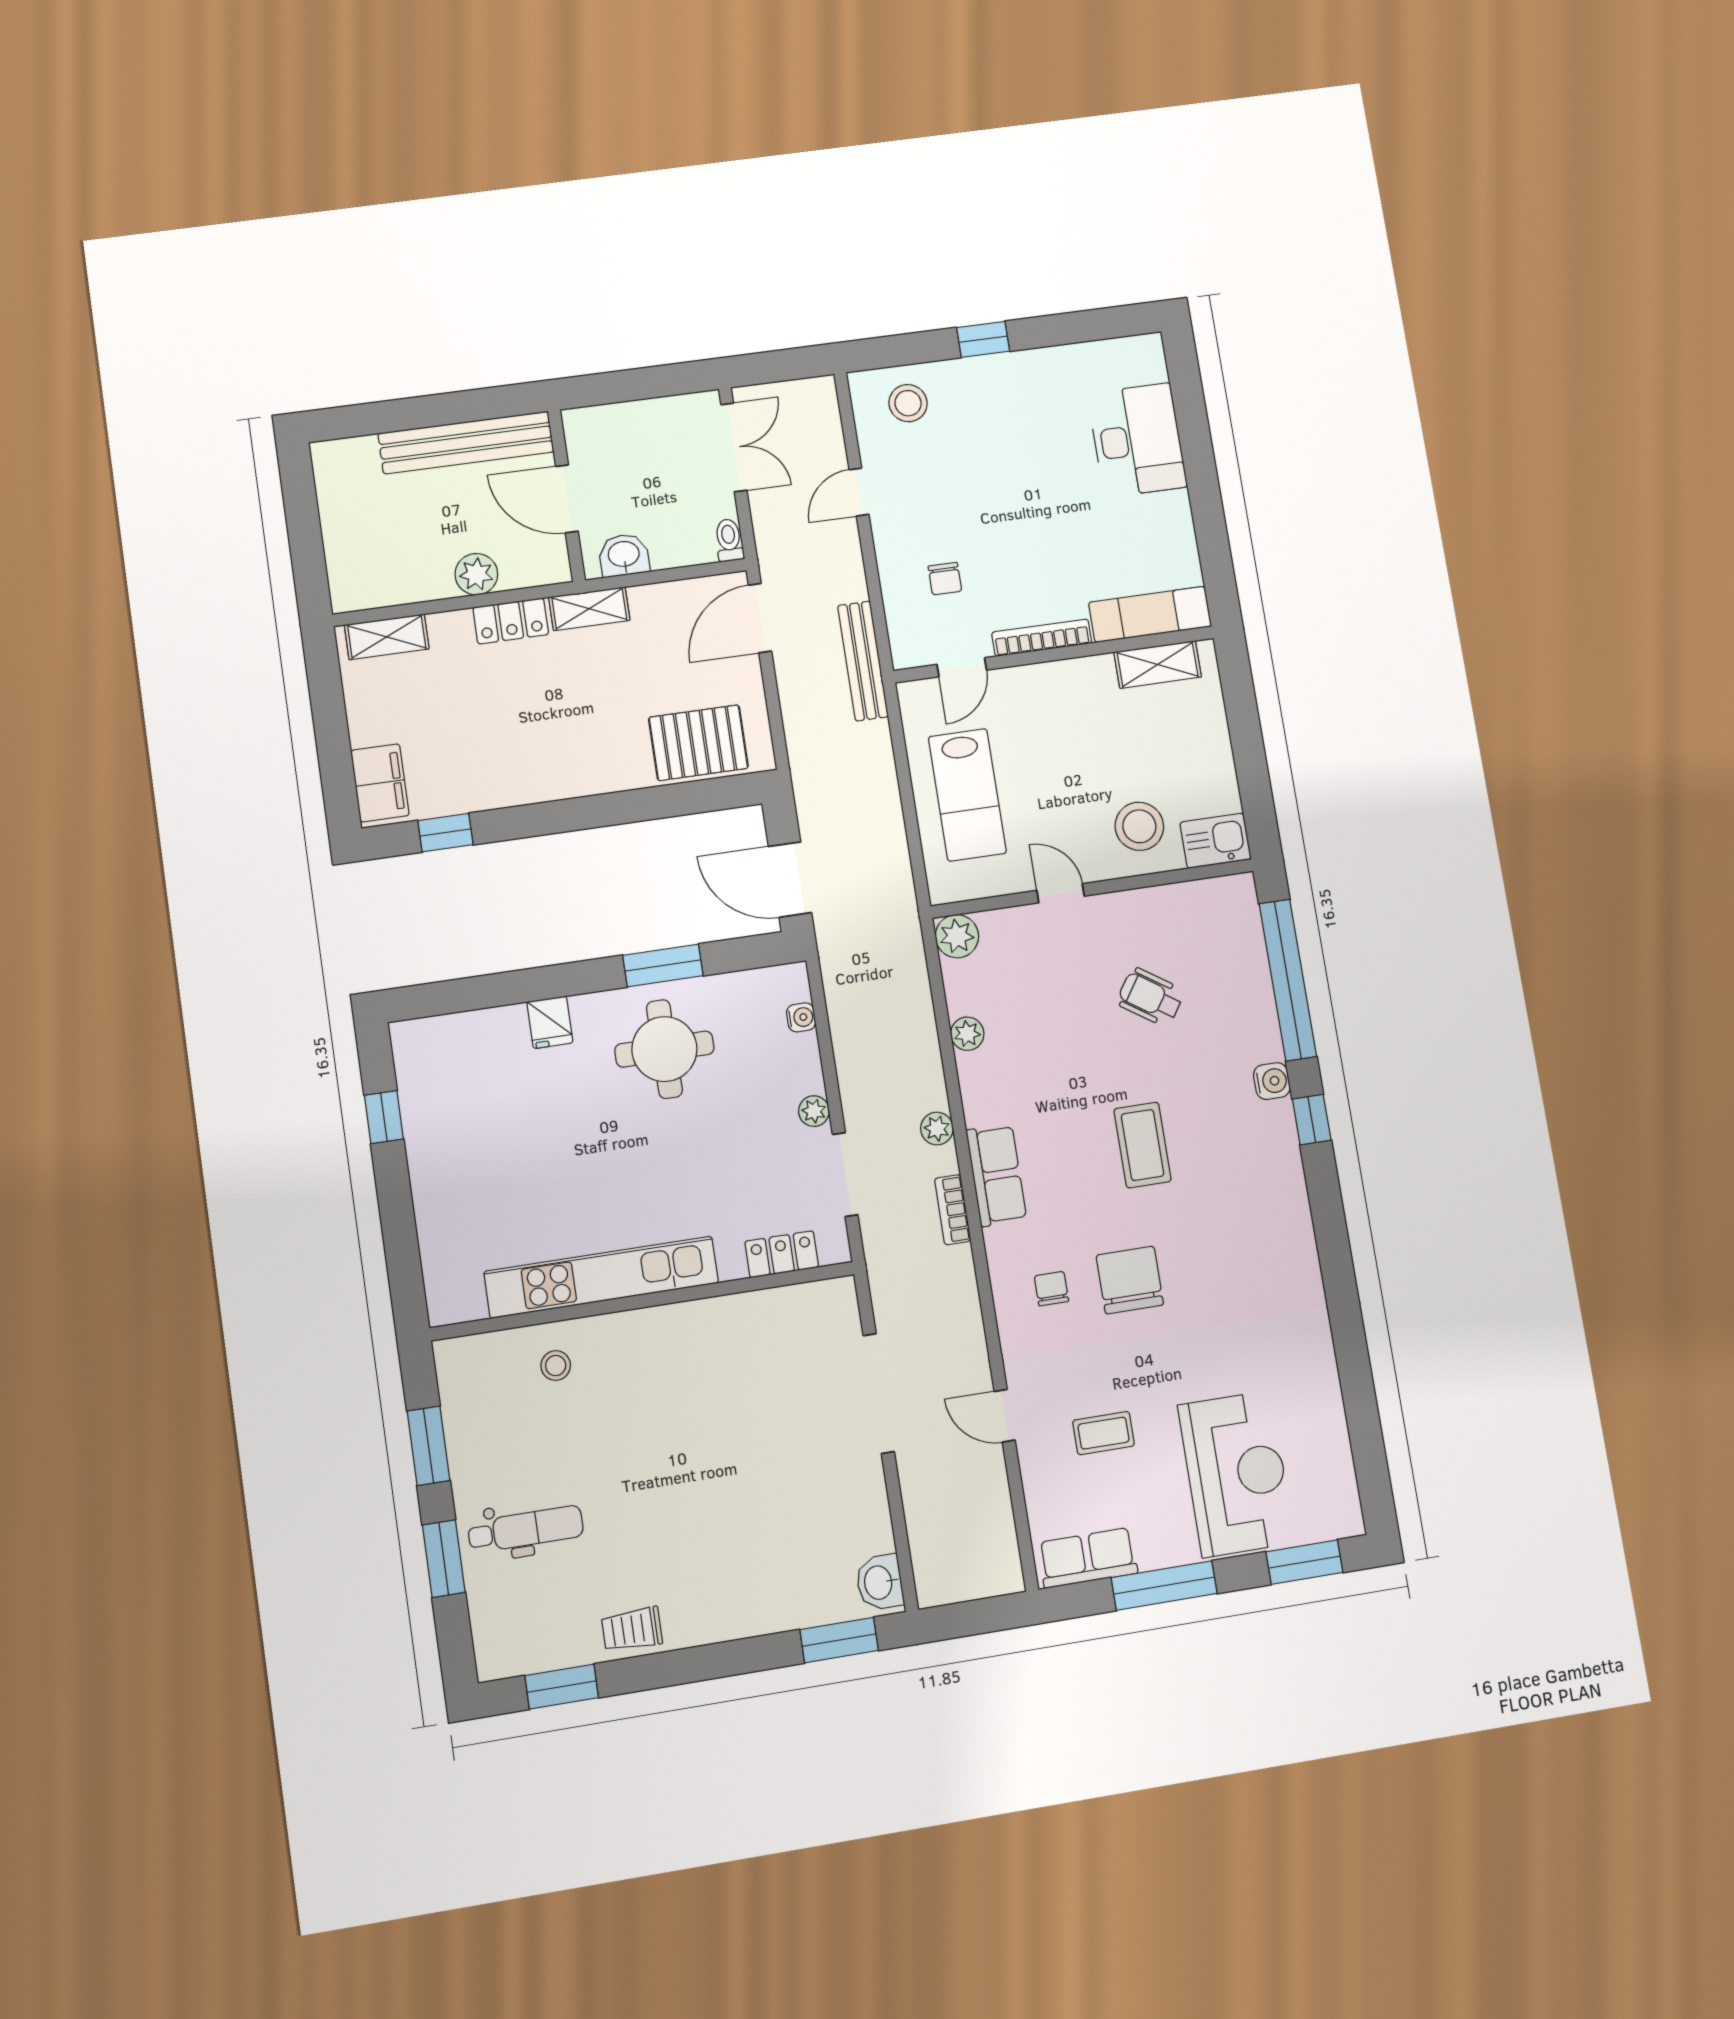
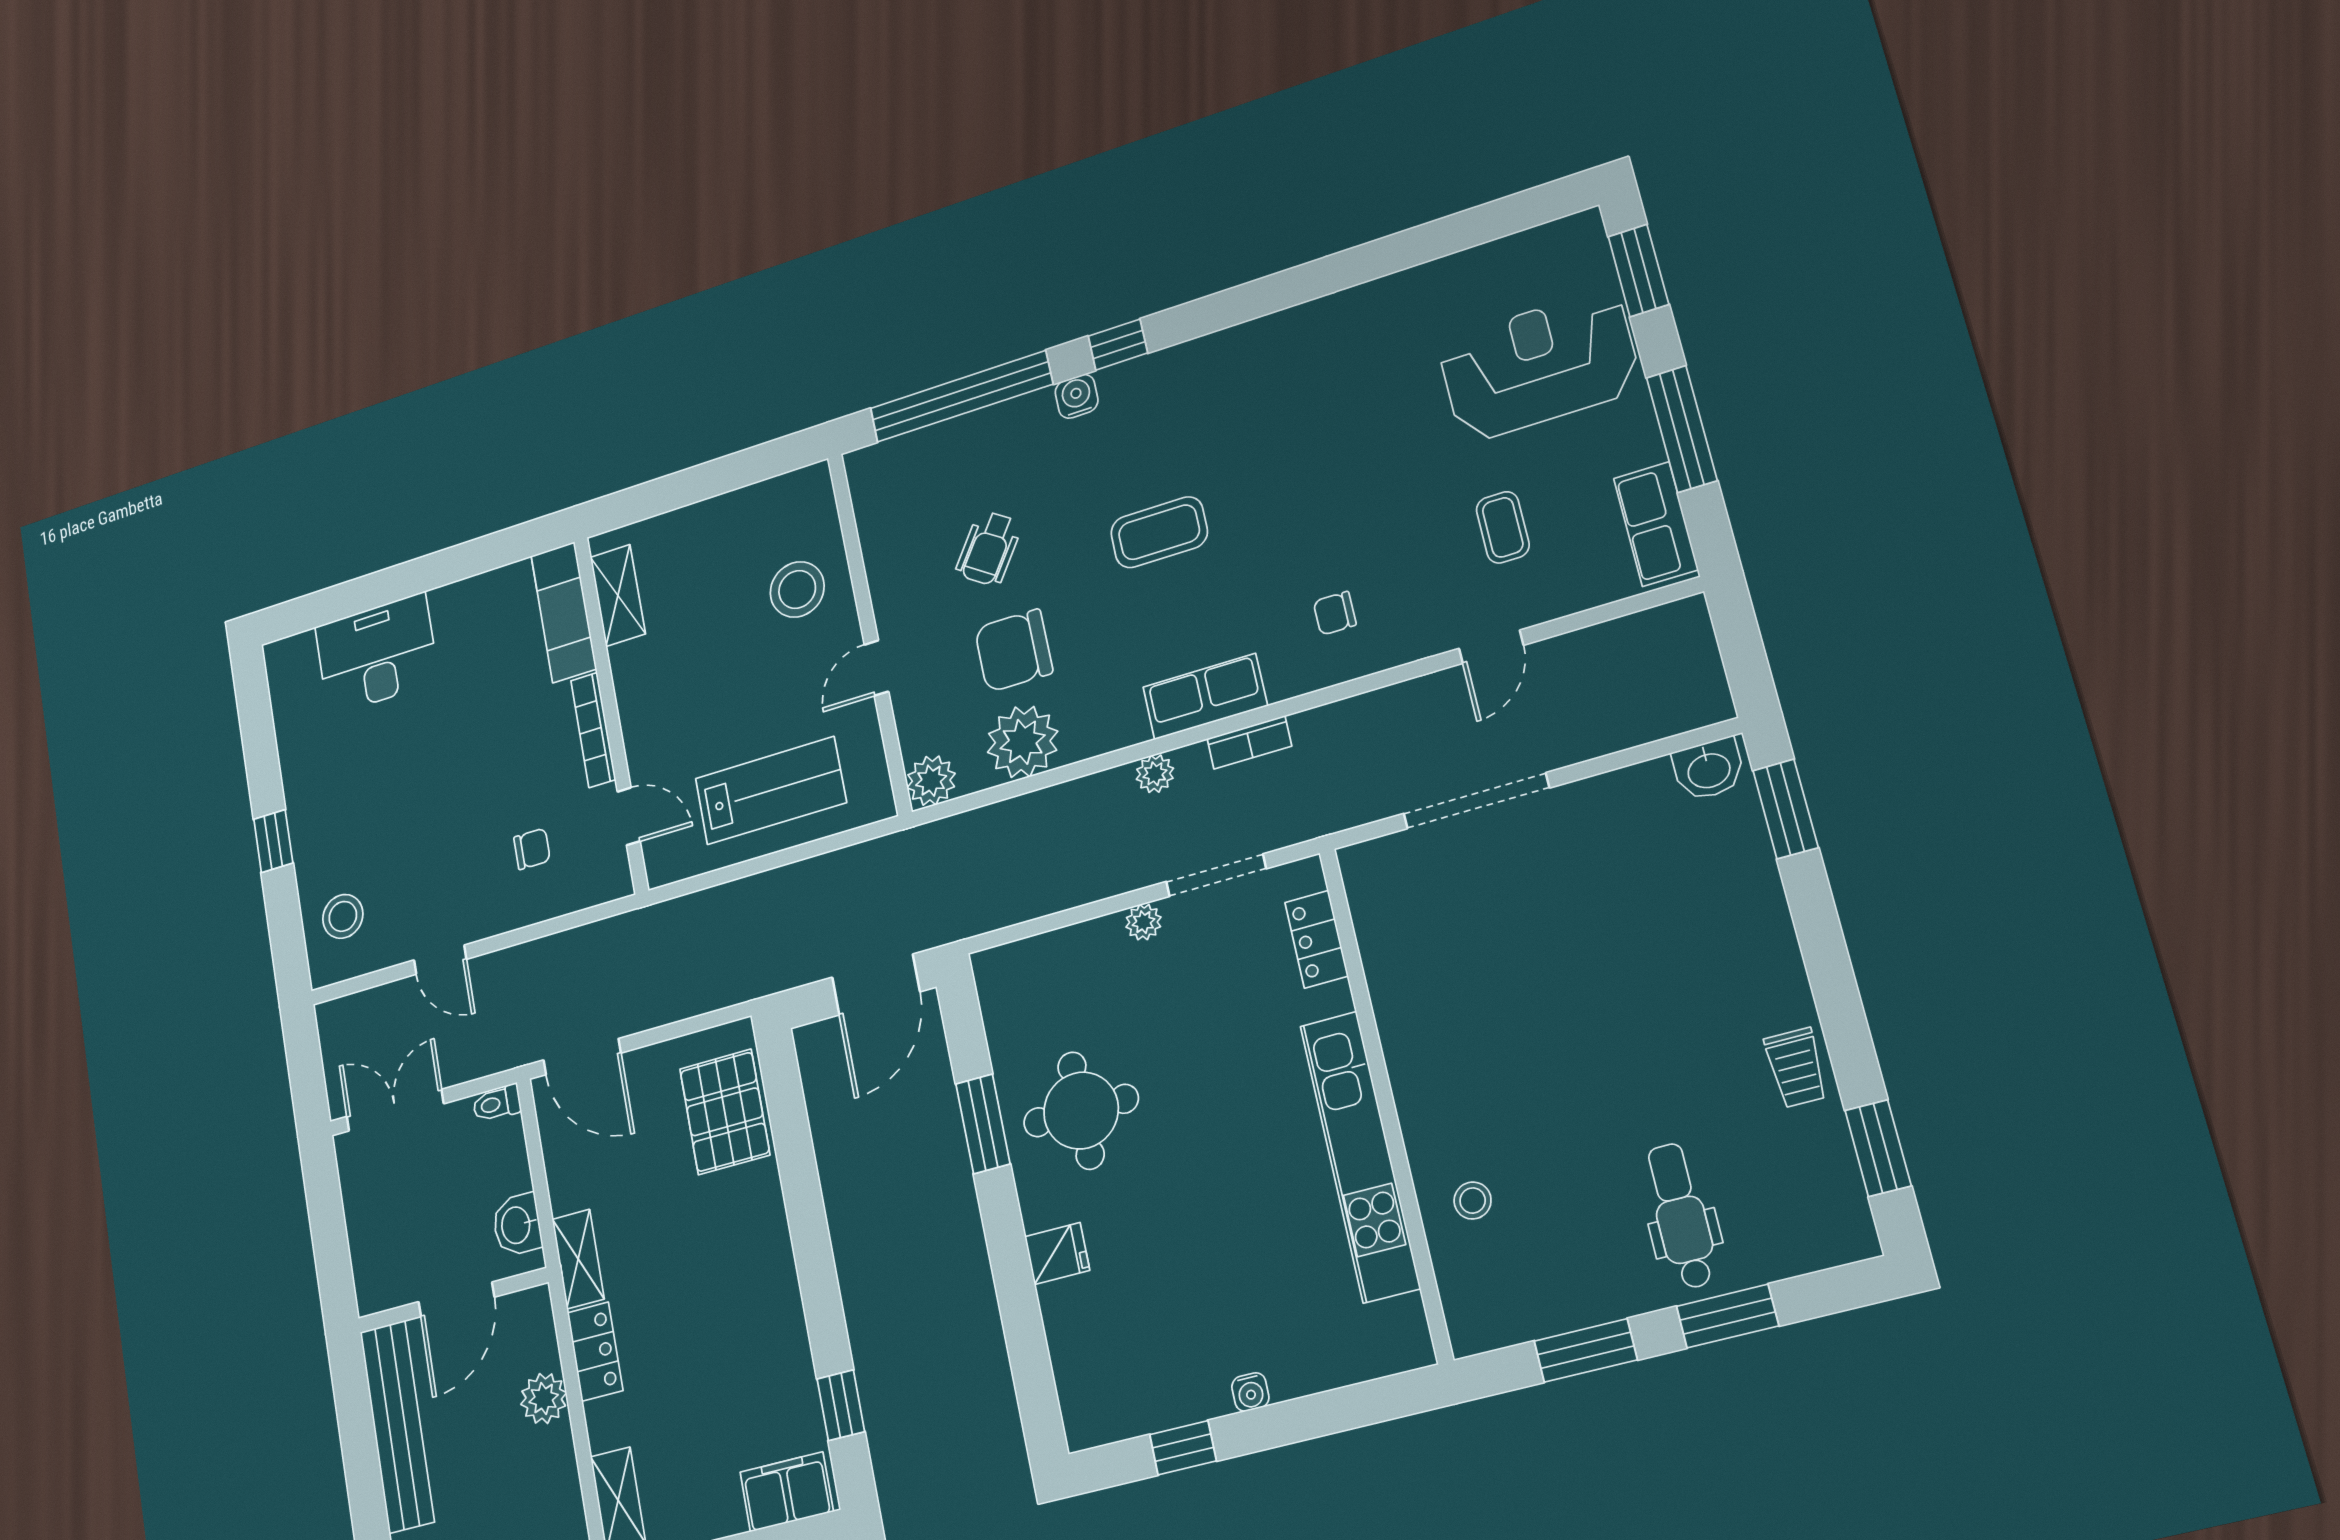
bench: (863, 661) -> (626, 931), removed
kitchen sink: (1216, 841) -> (809, 501), removed
water cooler: (801, 1017) -> (1250, 1392), moved, turned 180
plant: (967, 1034) -> (1023, 742), width x1.88, depth x1.88
chair: (1130, 1280) -> (1014, 651), moved

